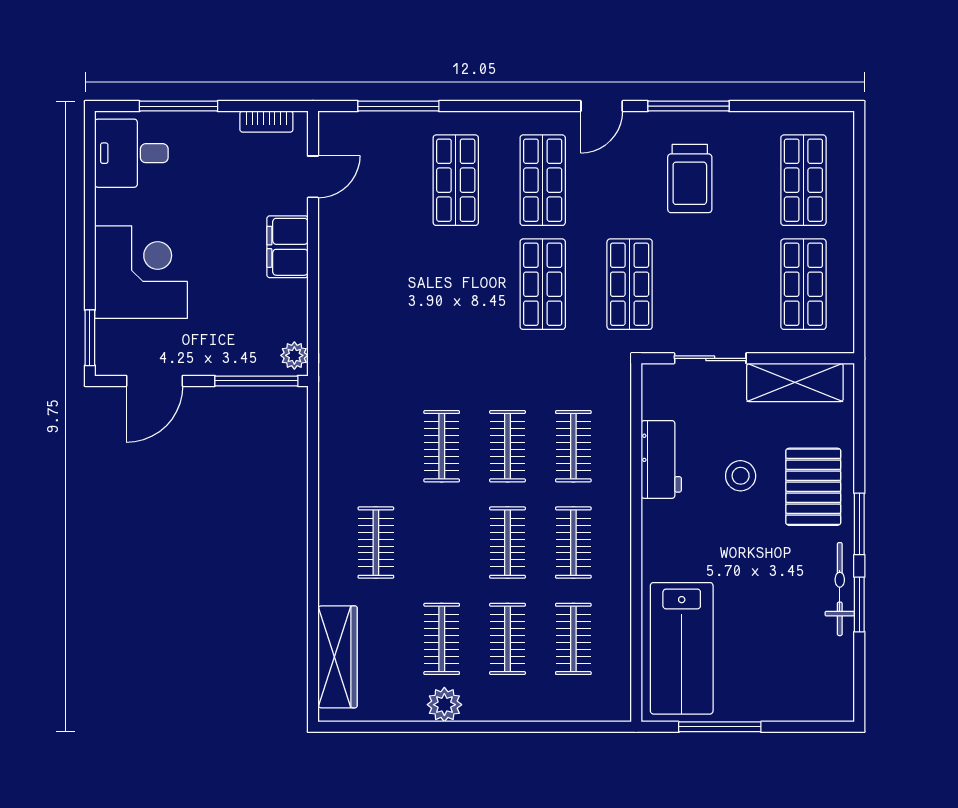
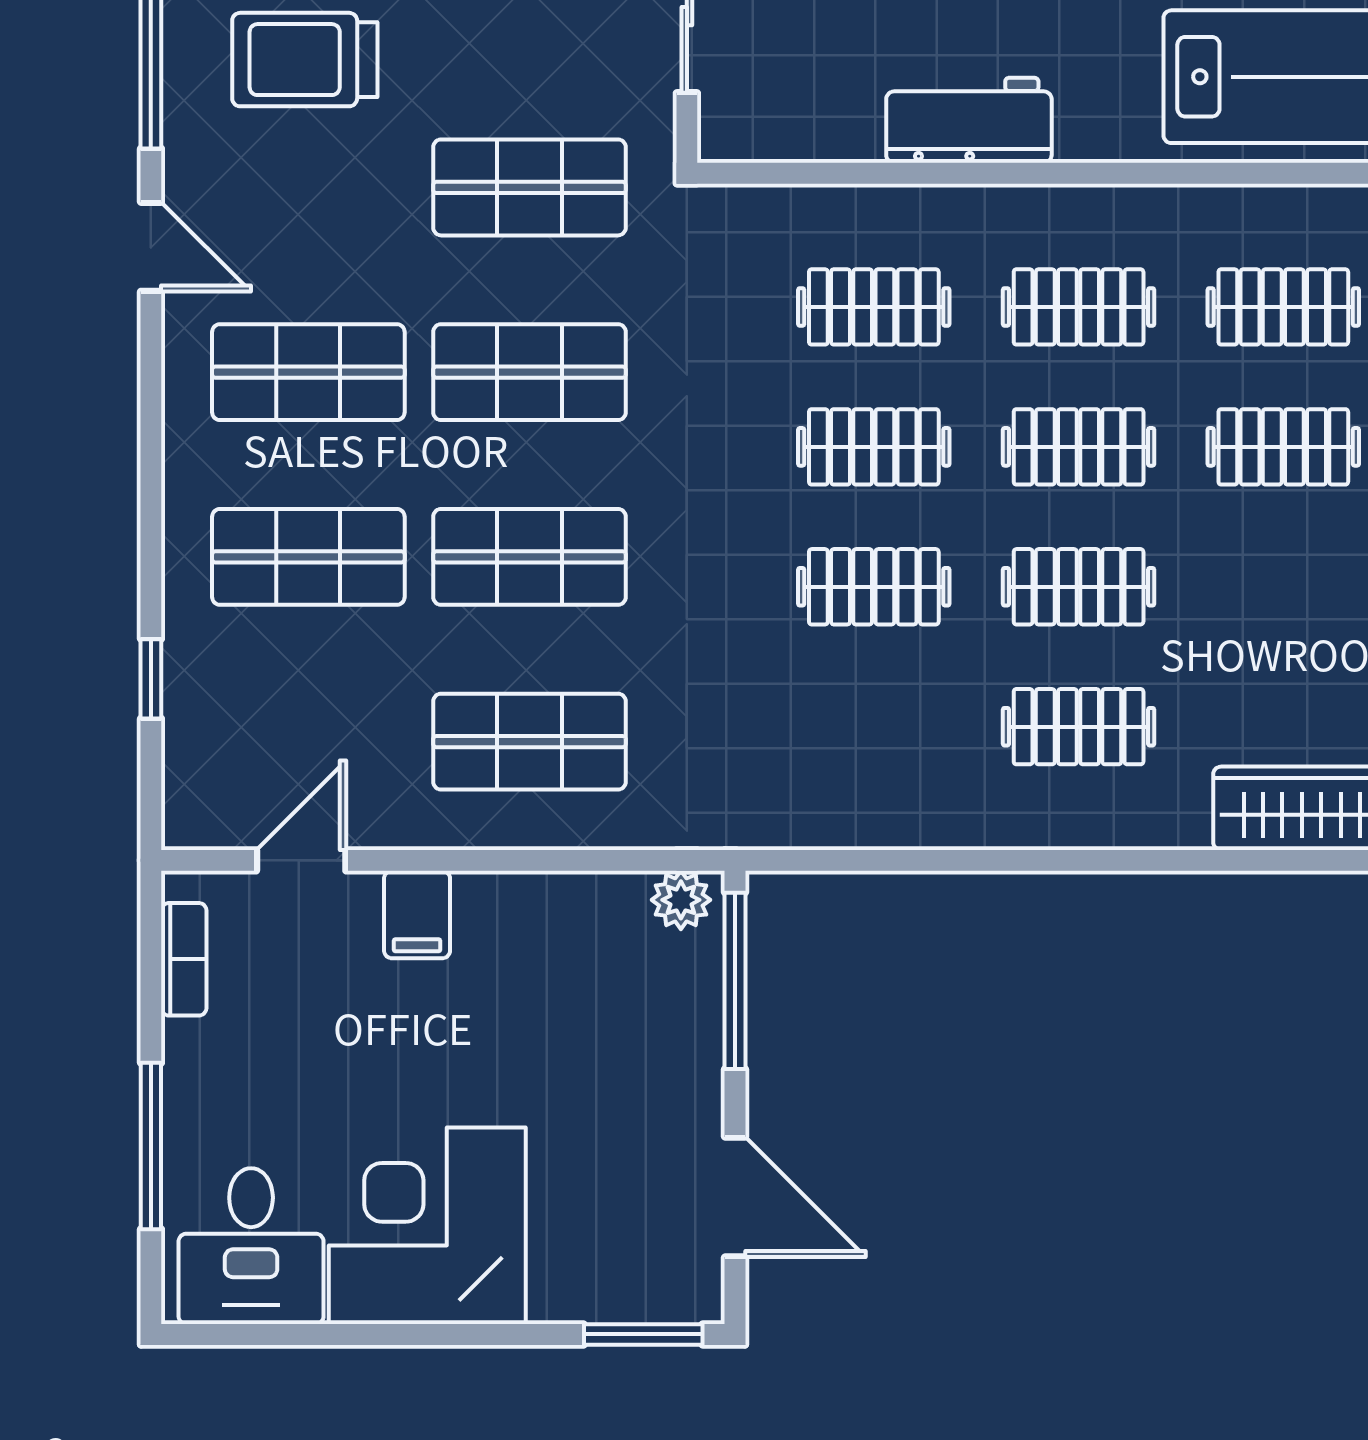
window: (398, 106) -> (151, 679), width x0.46
door: (313, 177) -> (301, 860), hinge flipped
trolley: (690, 178) -> (305, 60), turned 180
filing cabinet: (287, 247) -> (417, 915), width x0.50
corner desk: (141, 272) -> (427, 1226), moved
shop shelf: (369, 284) -> (529, 742), added
shop shelf: (456, 284) -> (529, 557), added
workbench: (661, 459) -> (969, 120), moved
clothes rail: (442, 639) -> (1079, 587), moved

